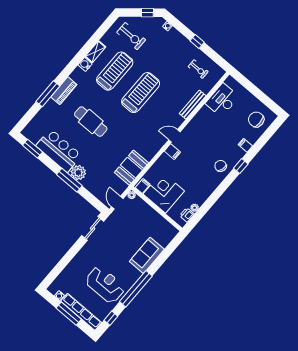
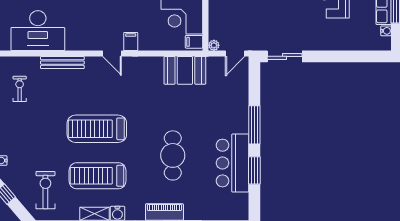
desk: (222, 100) -> (38, 31), width x1.36, depth x1.30
window: (33, 149) -> (254, 170), moved
plant: (78, 173) -> (238, 122), removed

